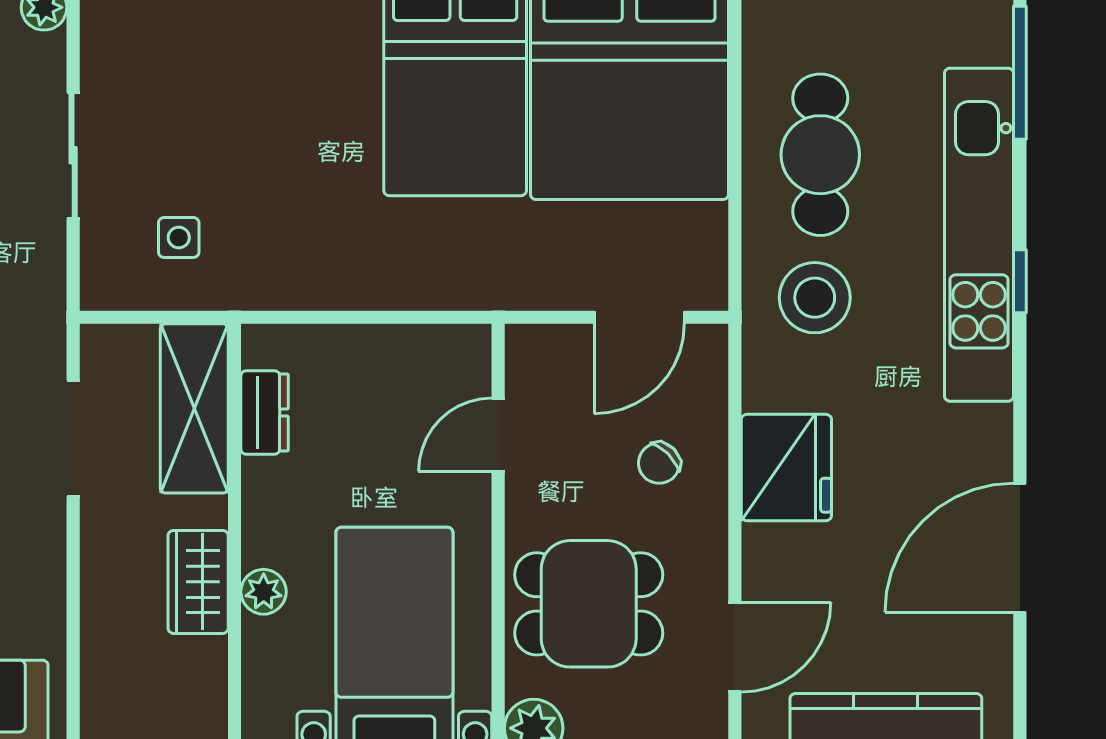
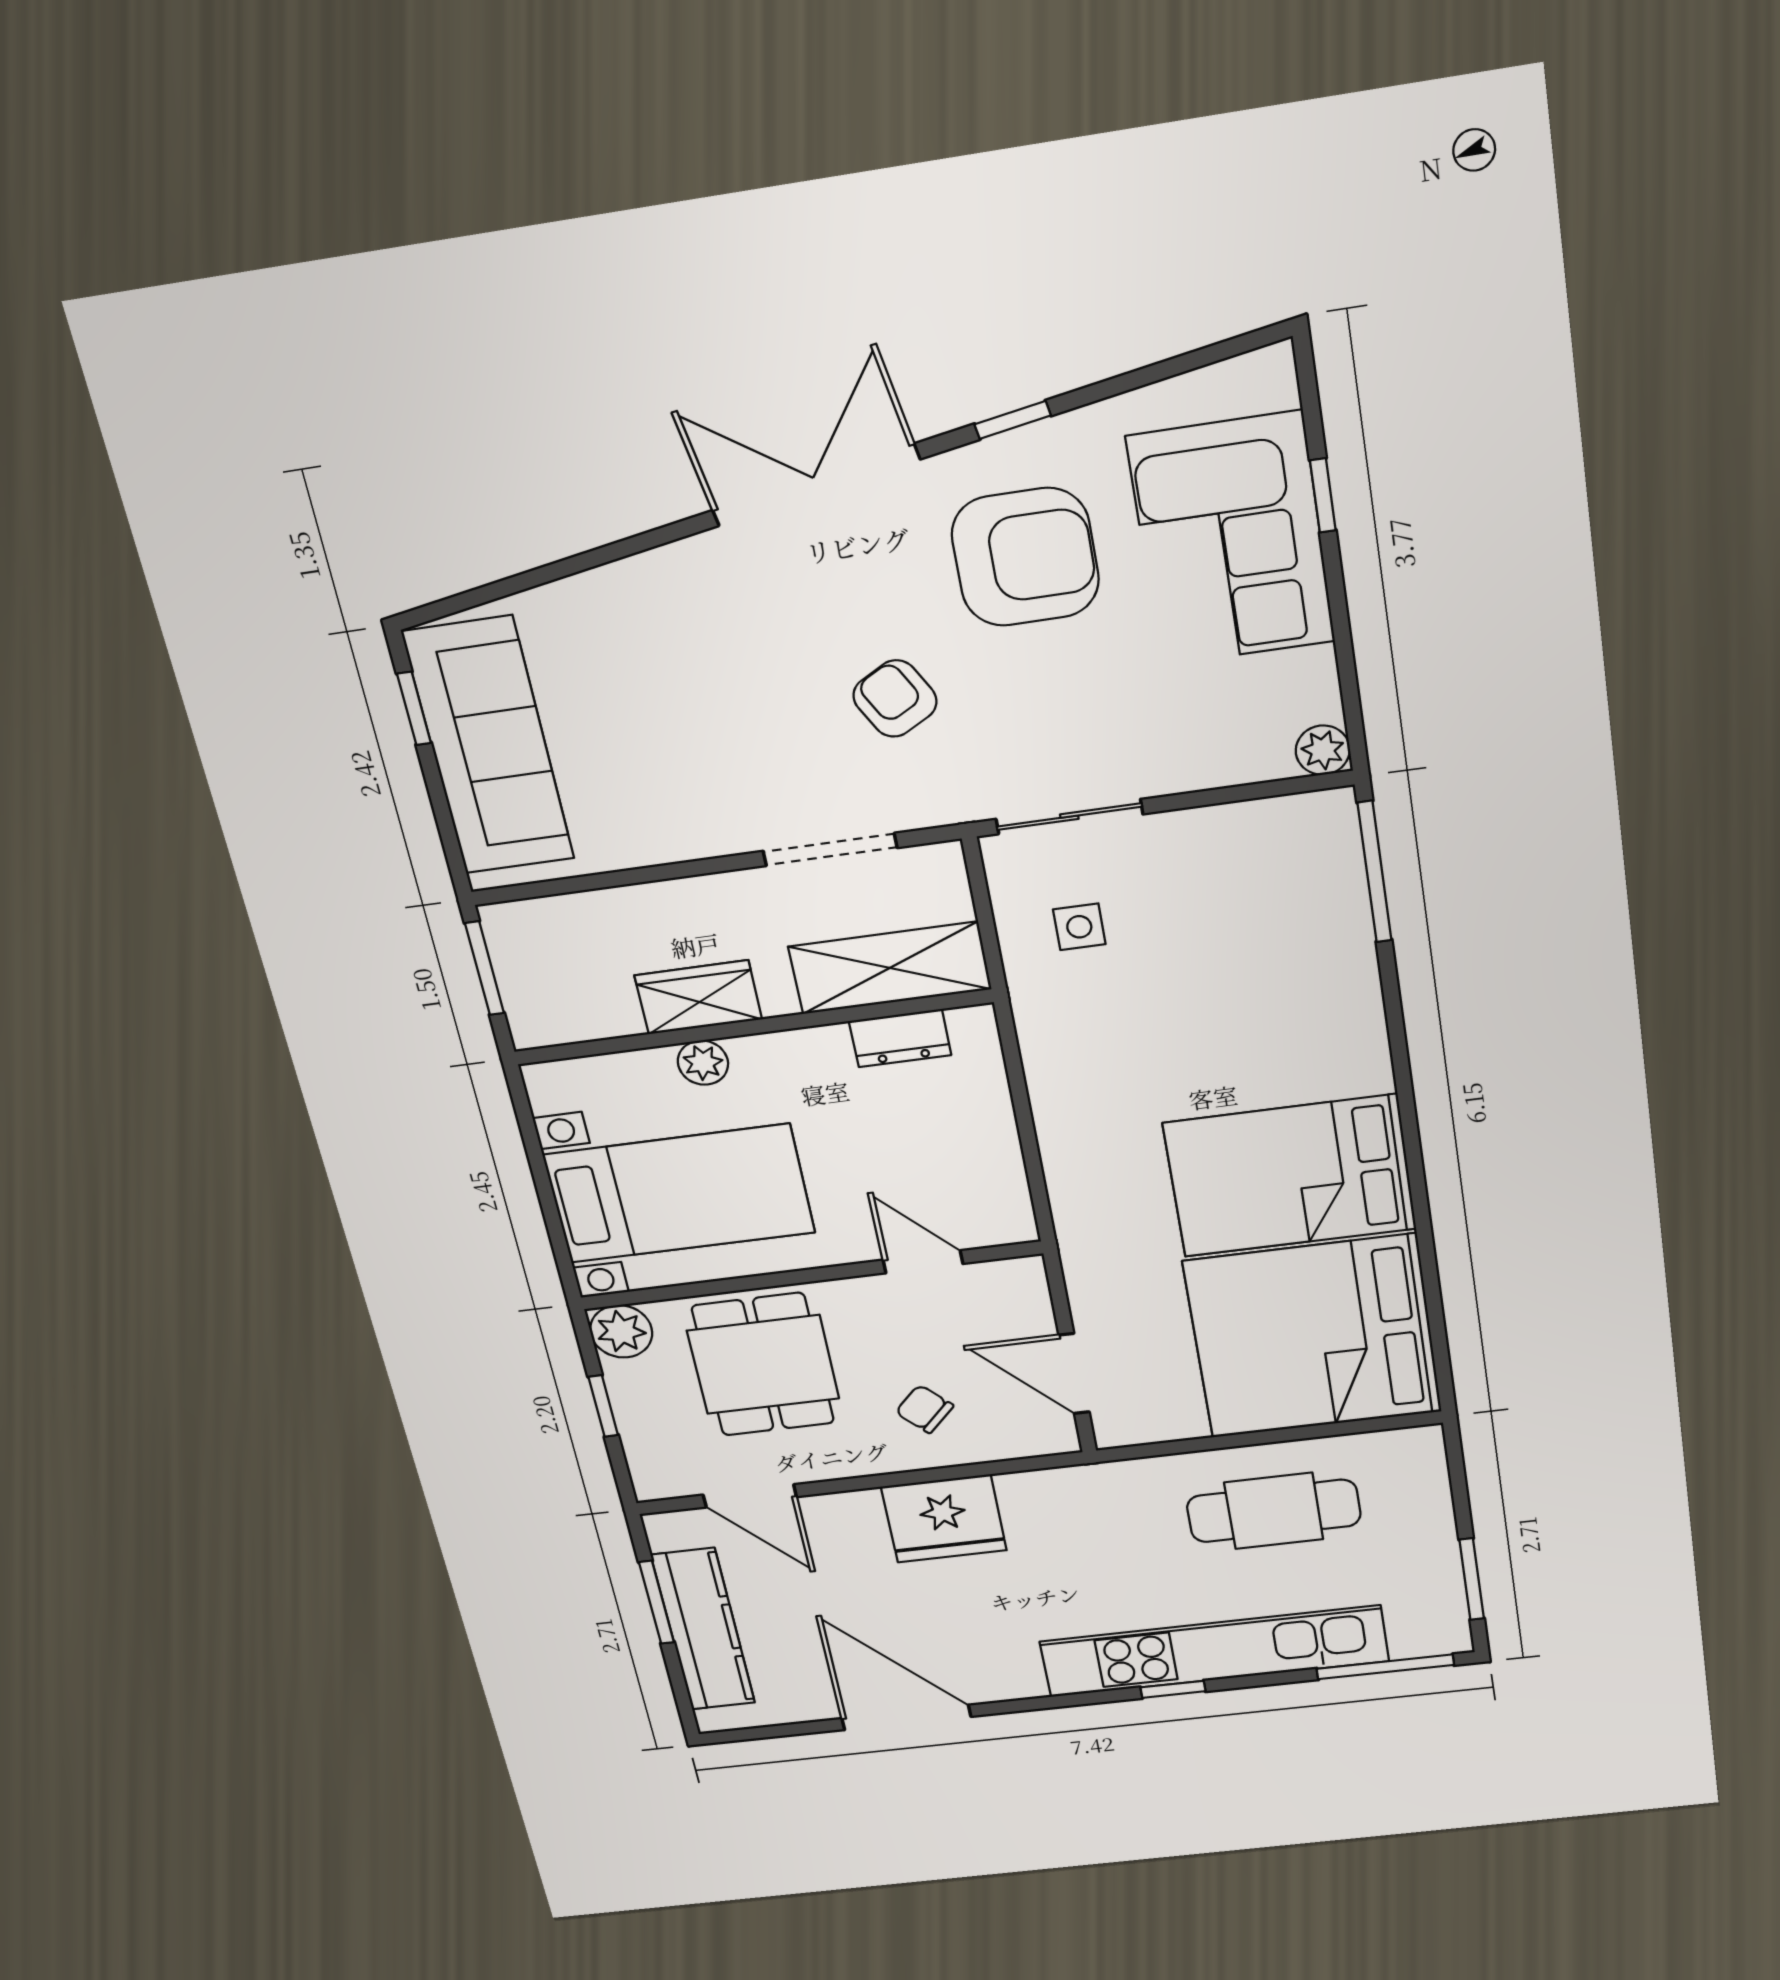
sliding door: (73, 155) -> (1069, 817), moved
stool: (815, 298) -> (1124, 1523), removed

